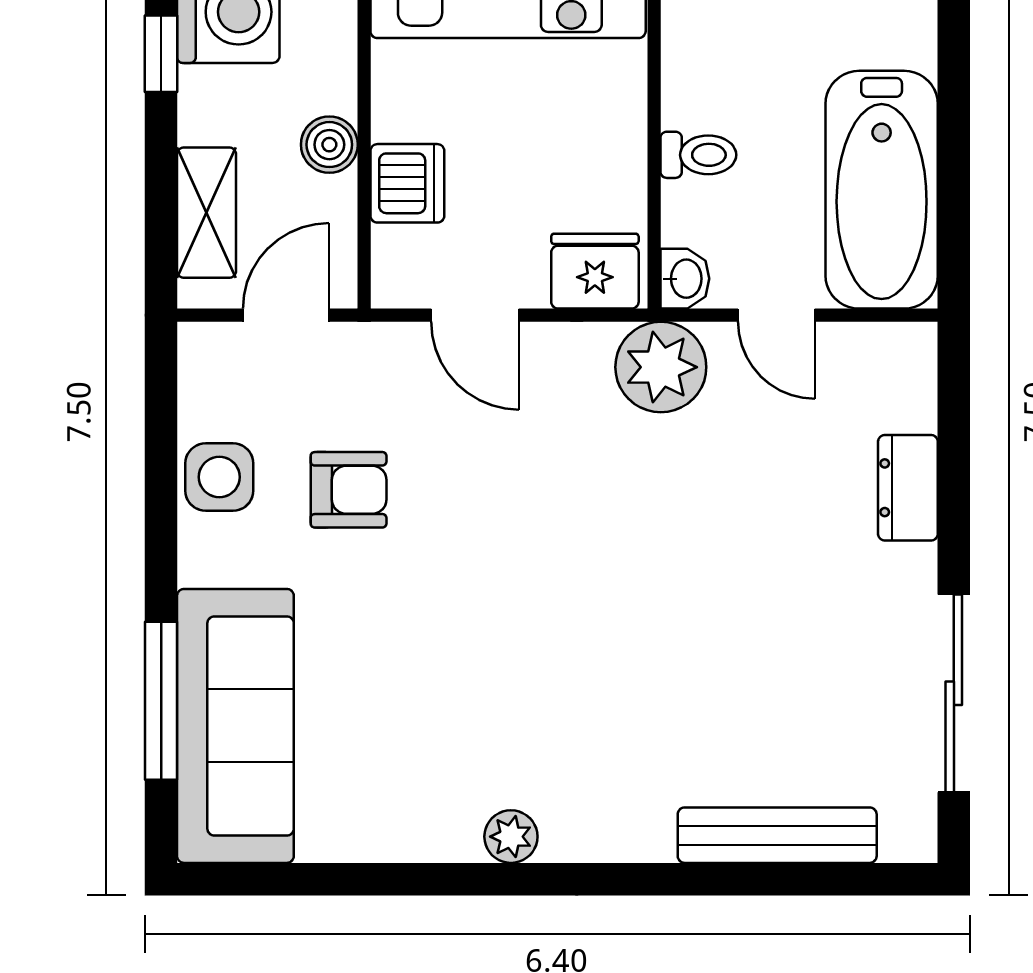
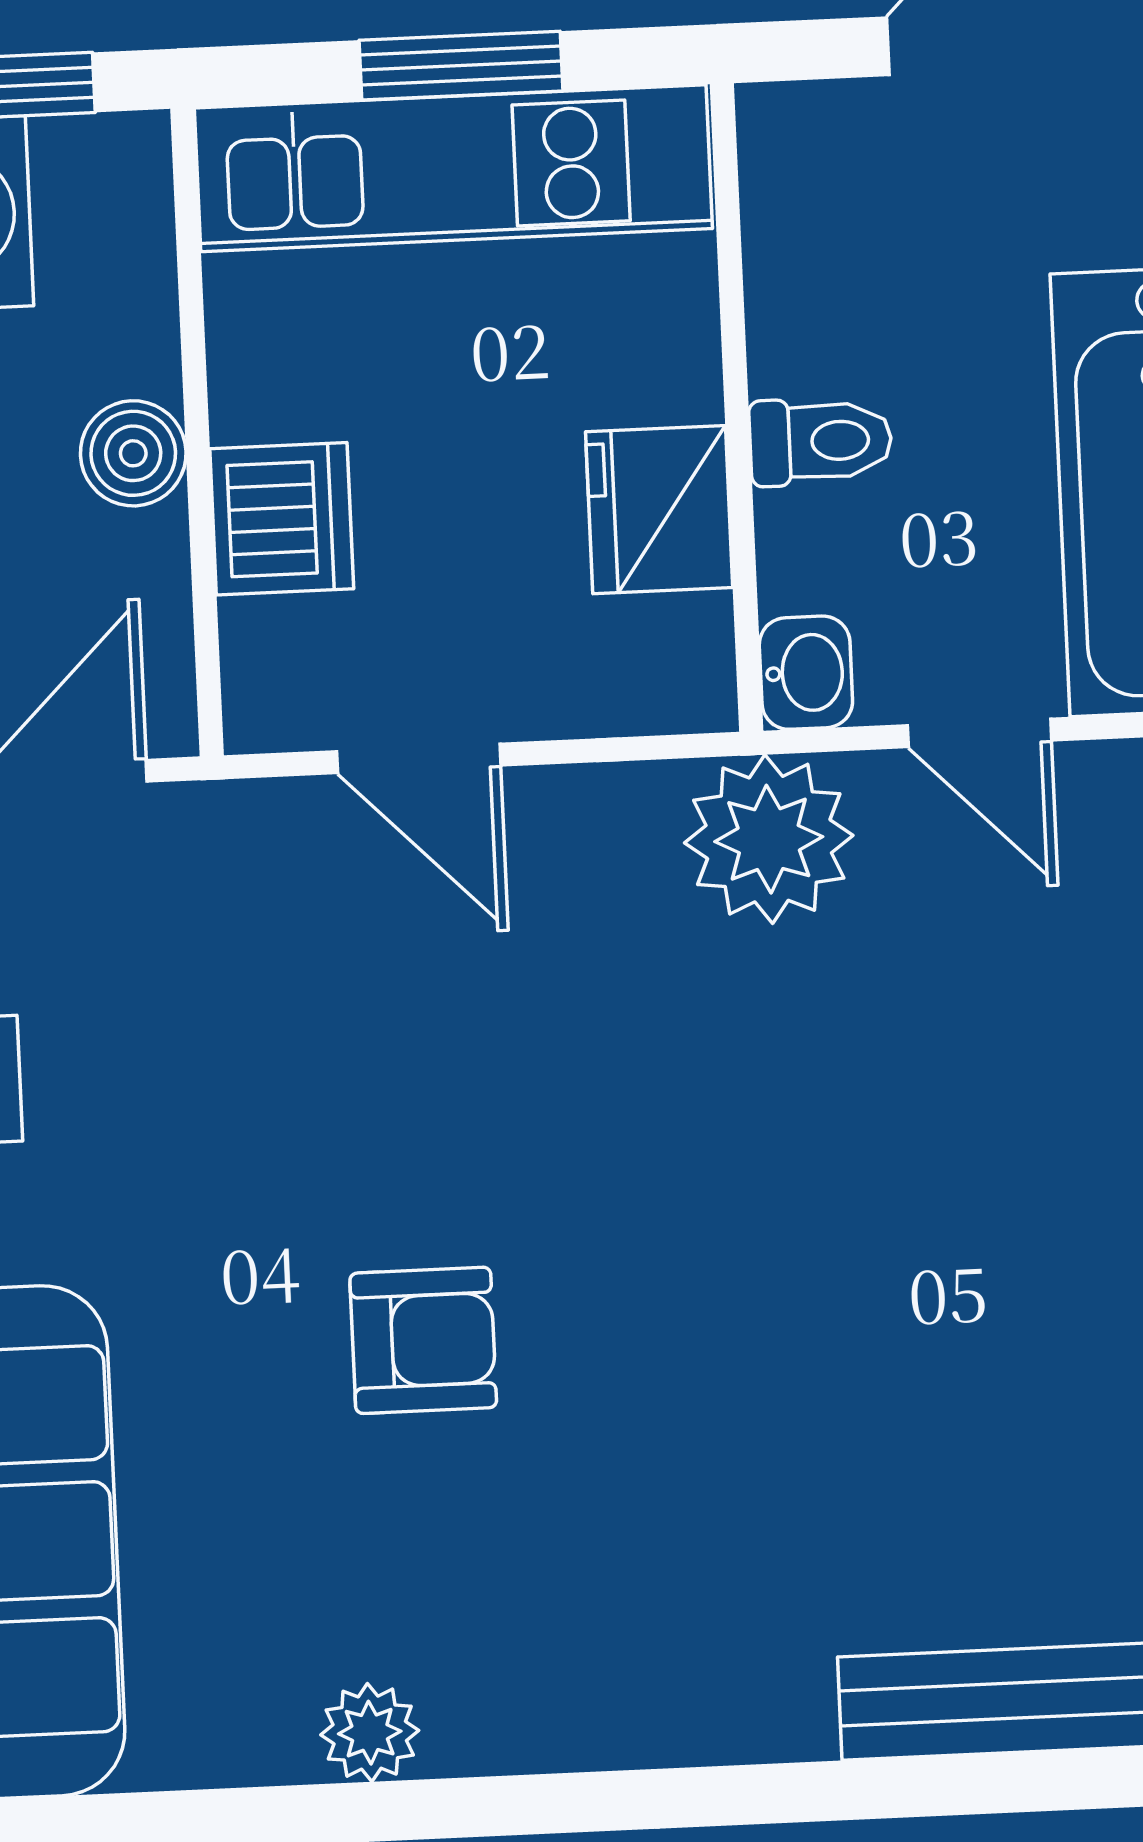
fridge: (595, 271) -> (659, 510), moved, turned -90
armchair: (349, 490) -> (423, 1340), moved
plant: (511, 837) -> (370, 1733), moved

